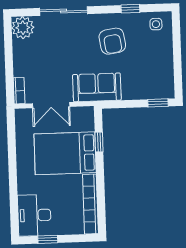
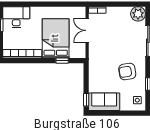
sofa: (97, 87) -> (104, 102), moved, turned -90

